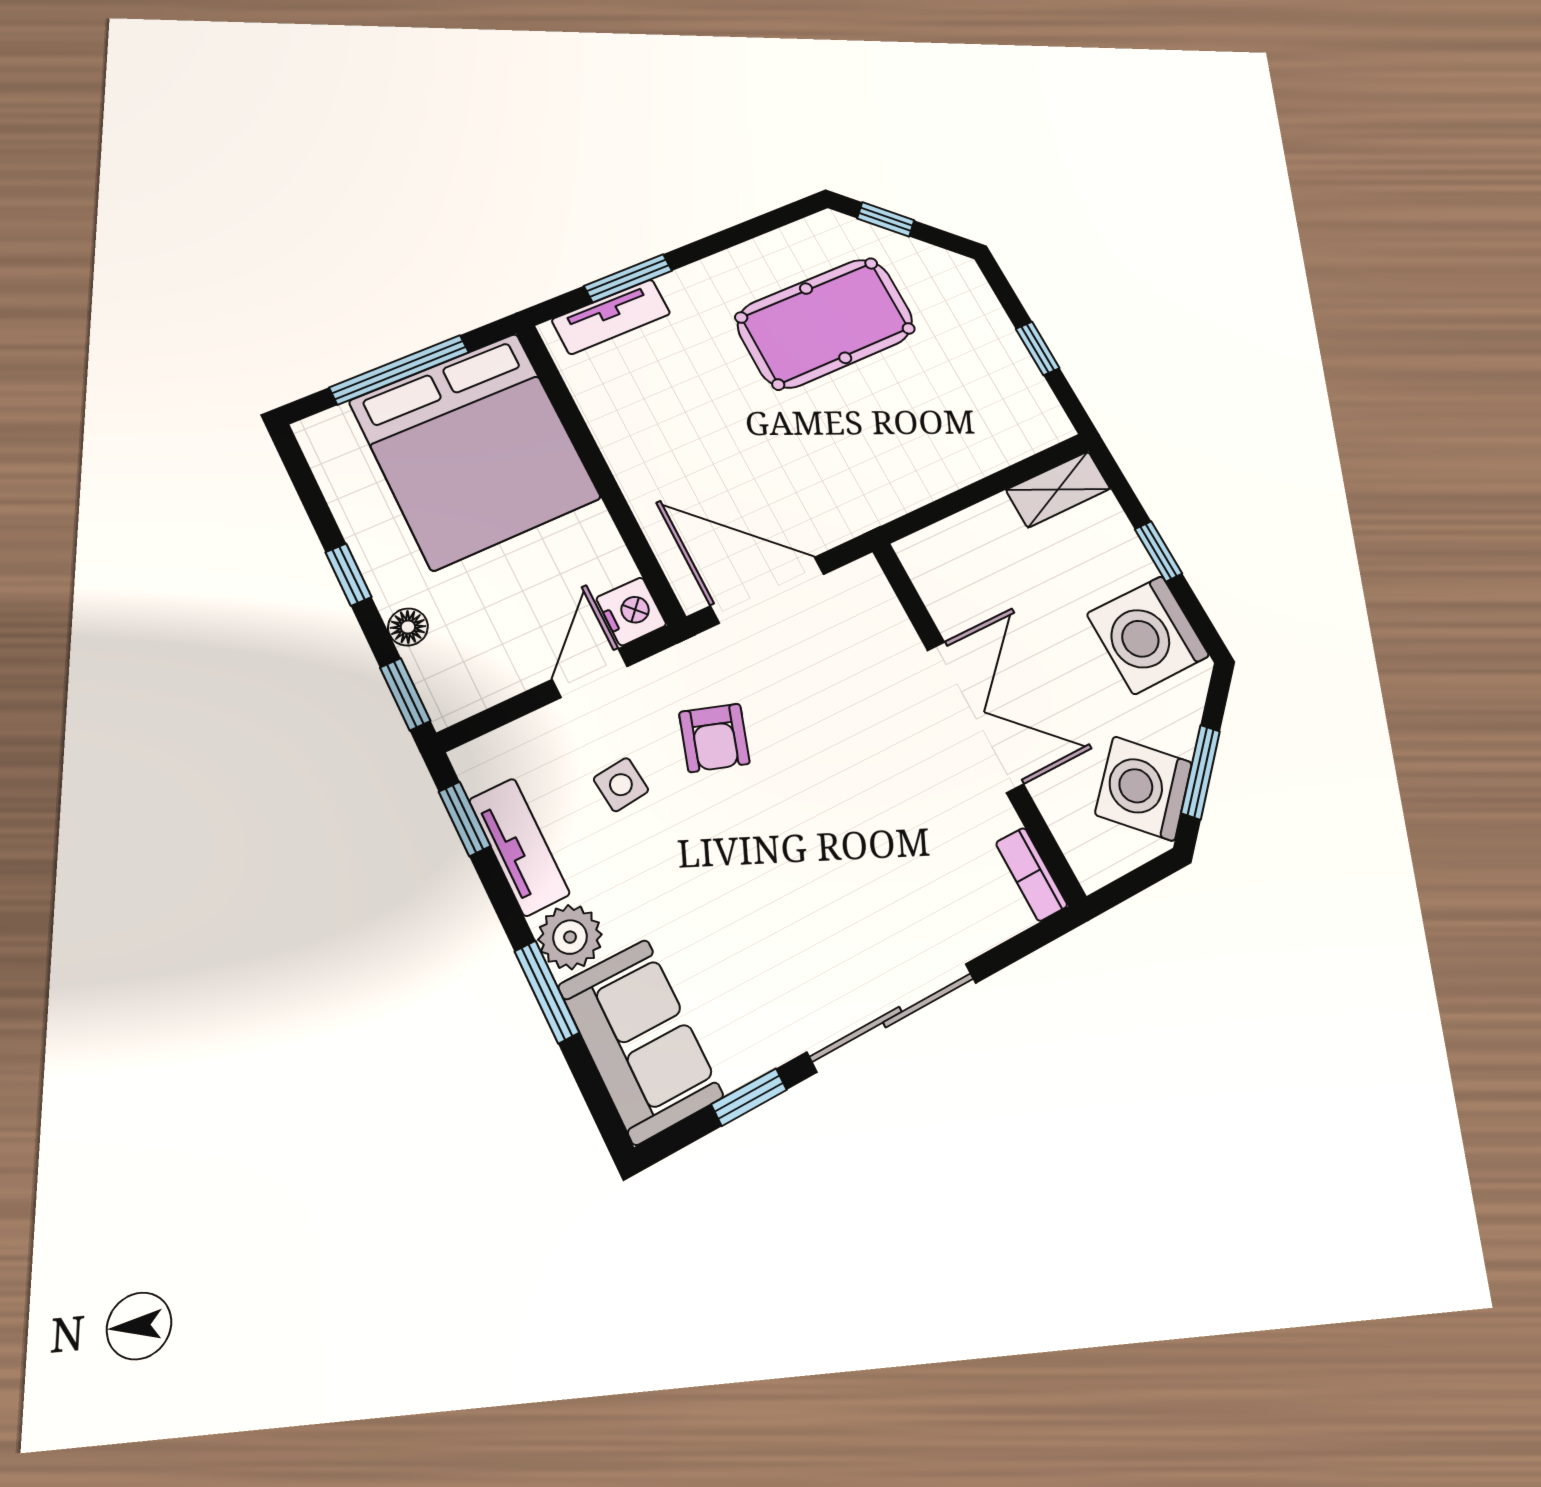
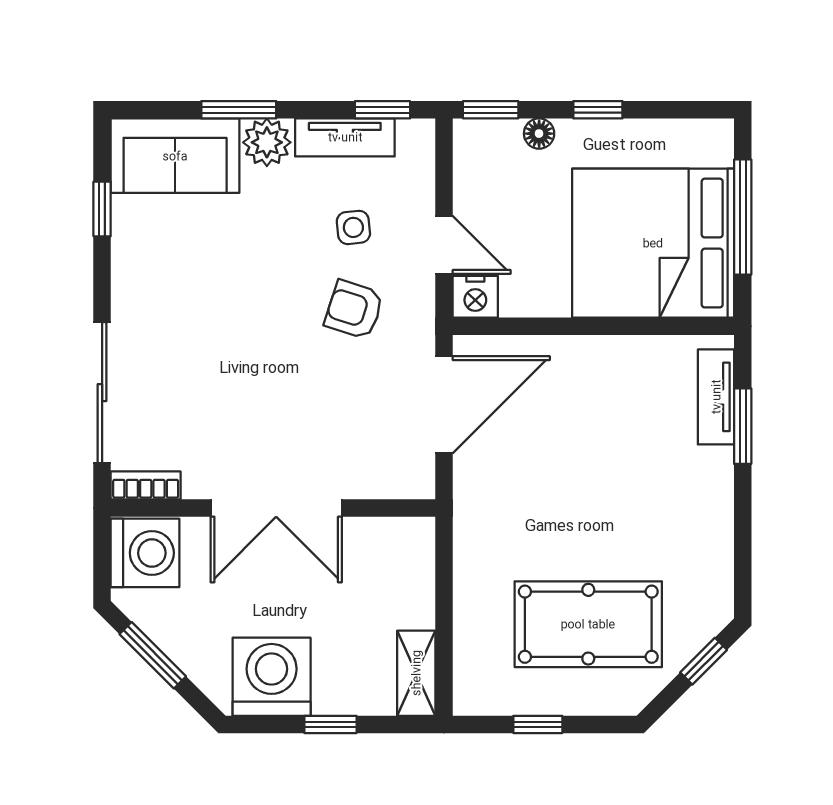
pool table: (825, 323) -> (588, 624), moved, turned 90
washing machine: (1144, 788) -> (145, 553), moved, turned 45
sliding door: (892, 1017) -> (102, 393), moved

